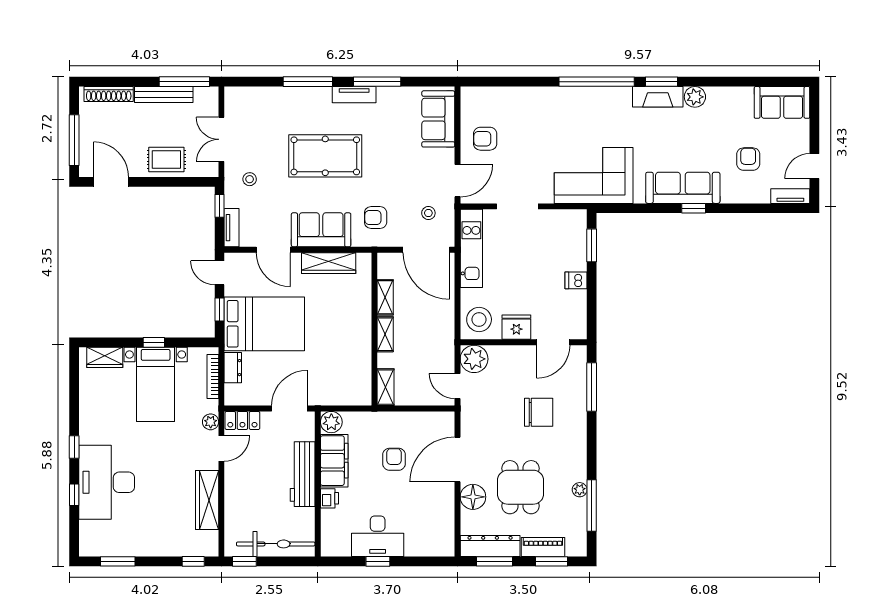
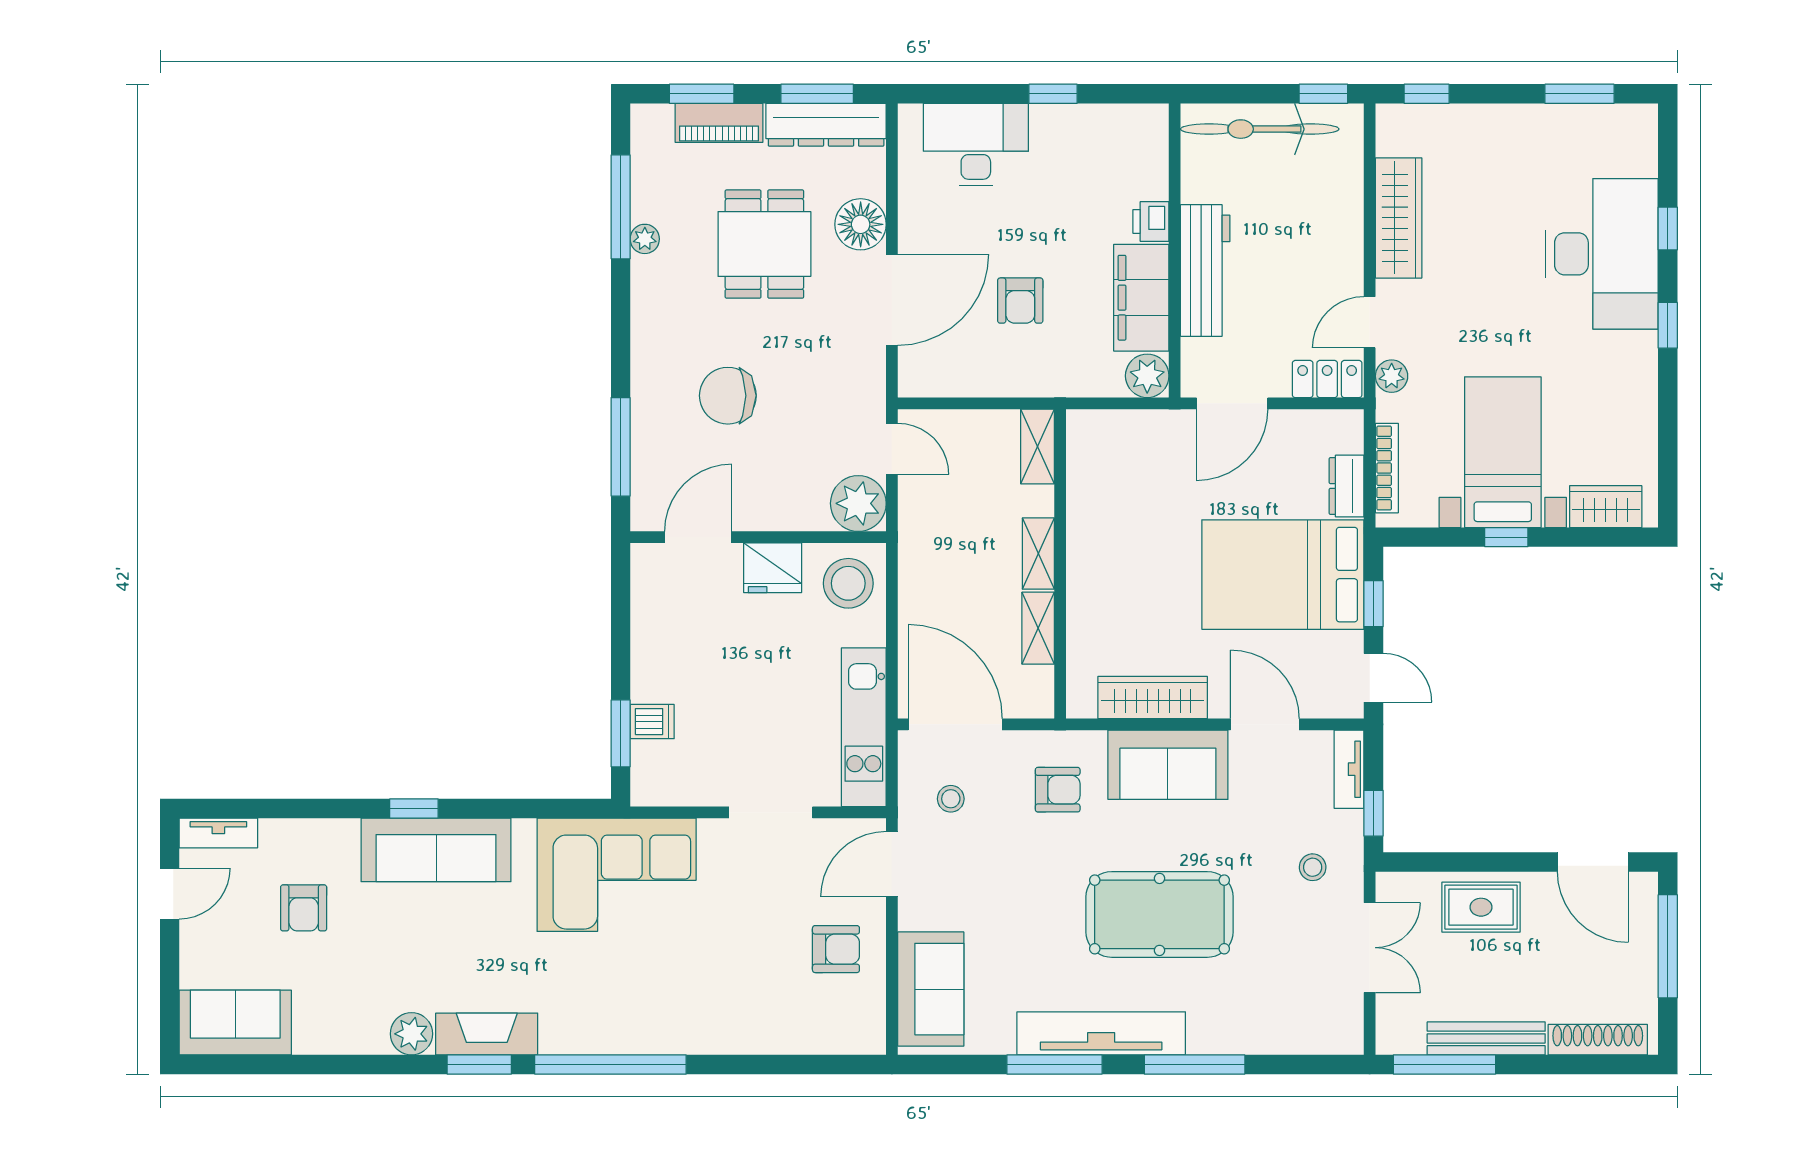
tv unit: (354, 95) -> (1101, 1033), width x1.92, depth x1.29
dishwasher: (576, 280) -> (652, 722), moved
desk: (378, 536) -> (976, 145), moved

